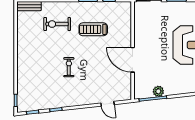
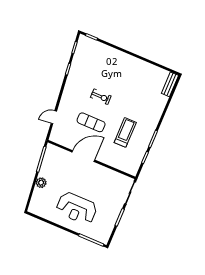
exercise bike: (57, 24) -> (143, 102), removed
exercise mat: (97, 66) -> (91, 122), added
plant: (158, 91) -> (41, 183), moved

